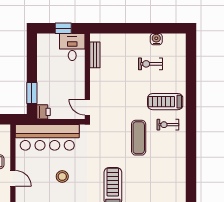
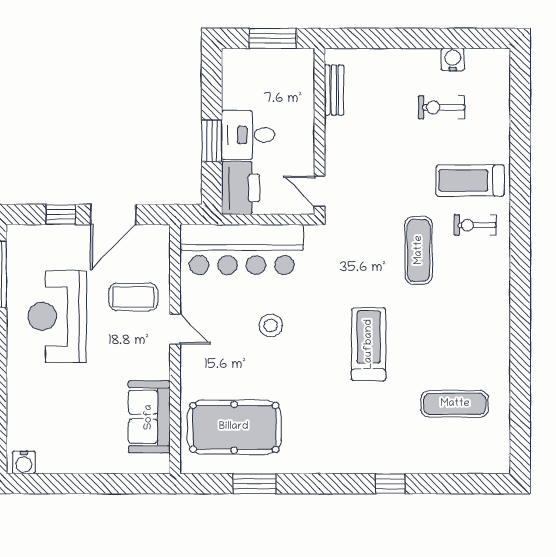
window: (63, 28) -> (273, 38), width x1.50
desk: (72, 47) -> (248, 135), moved, turned -90
window: (32, 93) -> (212, 141), moved
printer: (44, 112) -> (241, 188), width x1.87, depth x1.48

